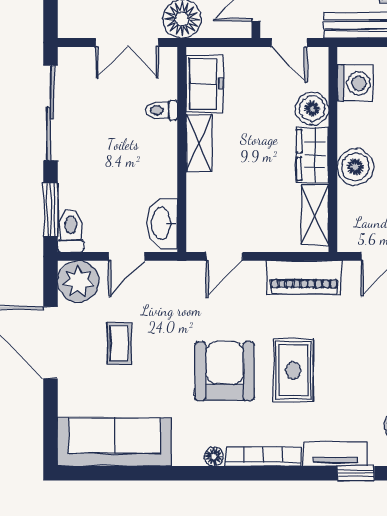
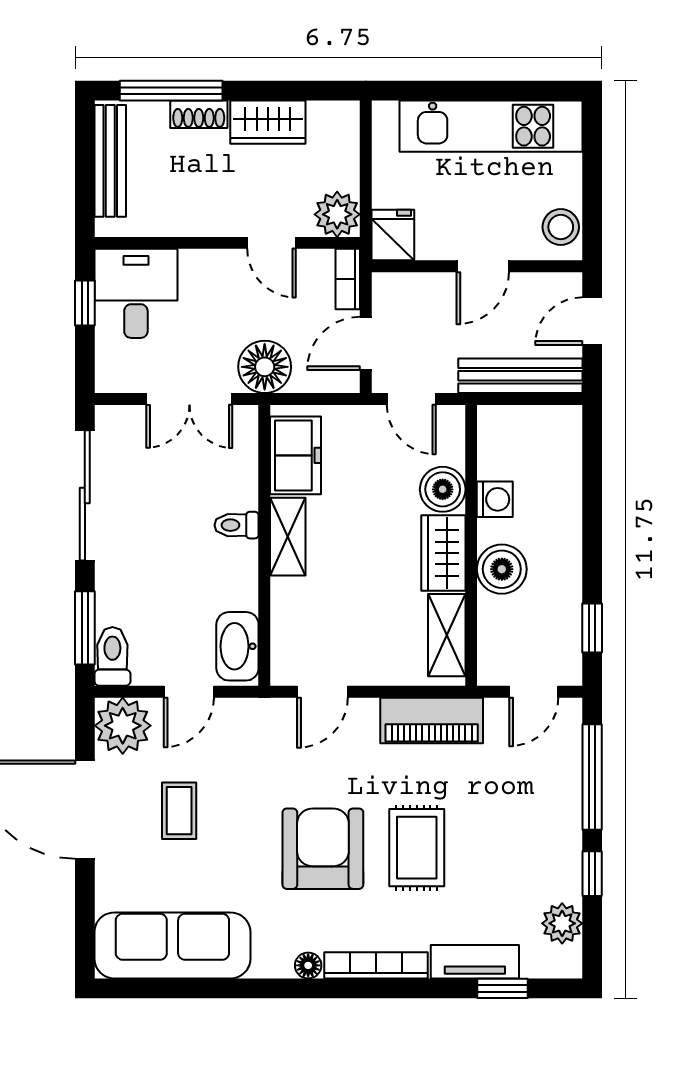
washing machine: (355, 83) -> (495, 499), moved, width x0.73, depth x0.73
toilet: (161, 110) -> (237, 525), moved

